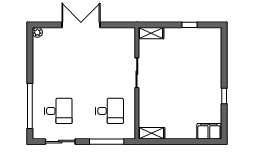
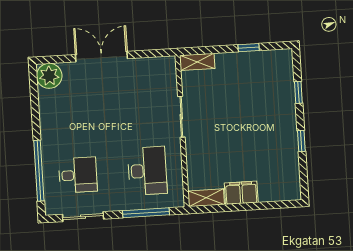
plant: (37, 32) -> (49, 76), width x1.88, depth x1.88
window: (224, 60) -> (298, 92), added
desk: (110, 111) -> (147, 171), width x1.37
filing cabinet: (209, 131) -> (241, 193), moved

